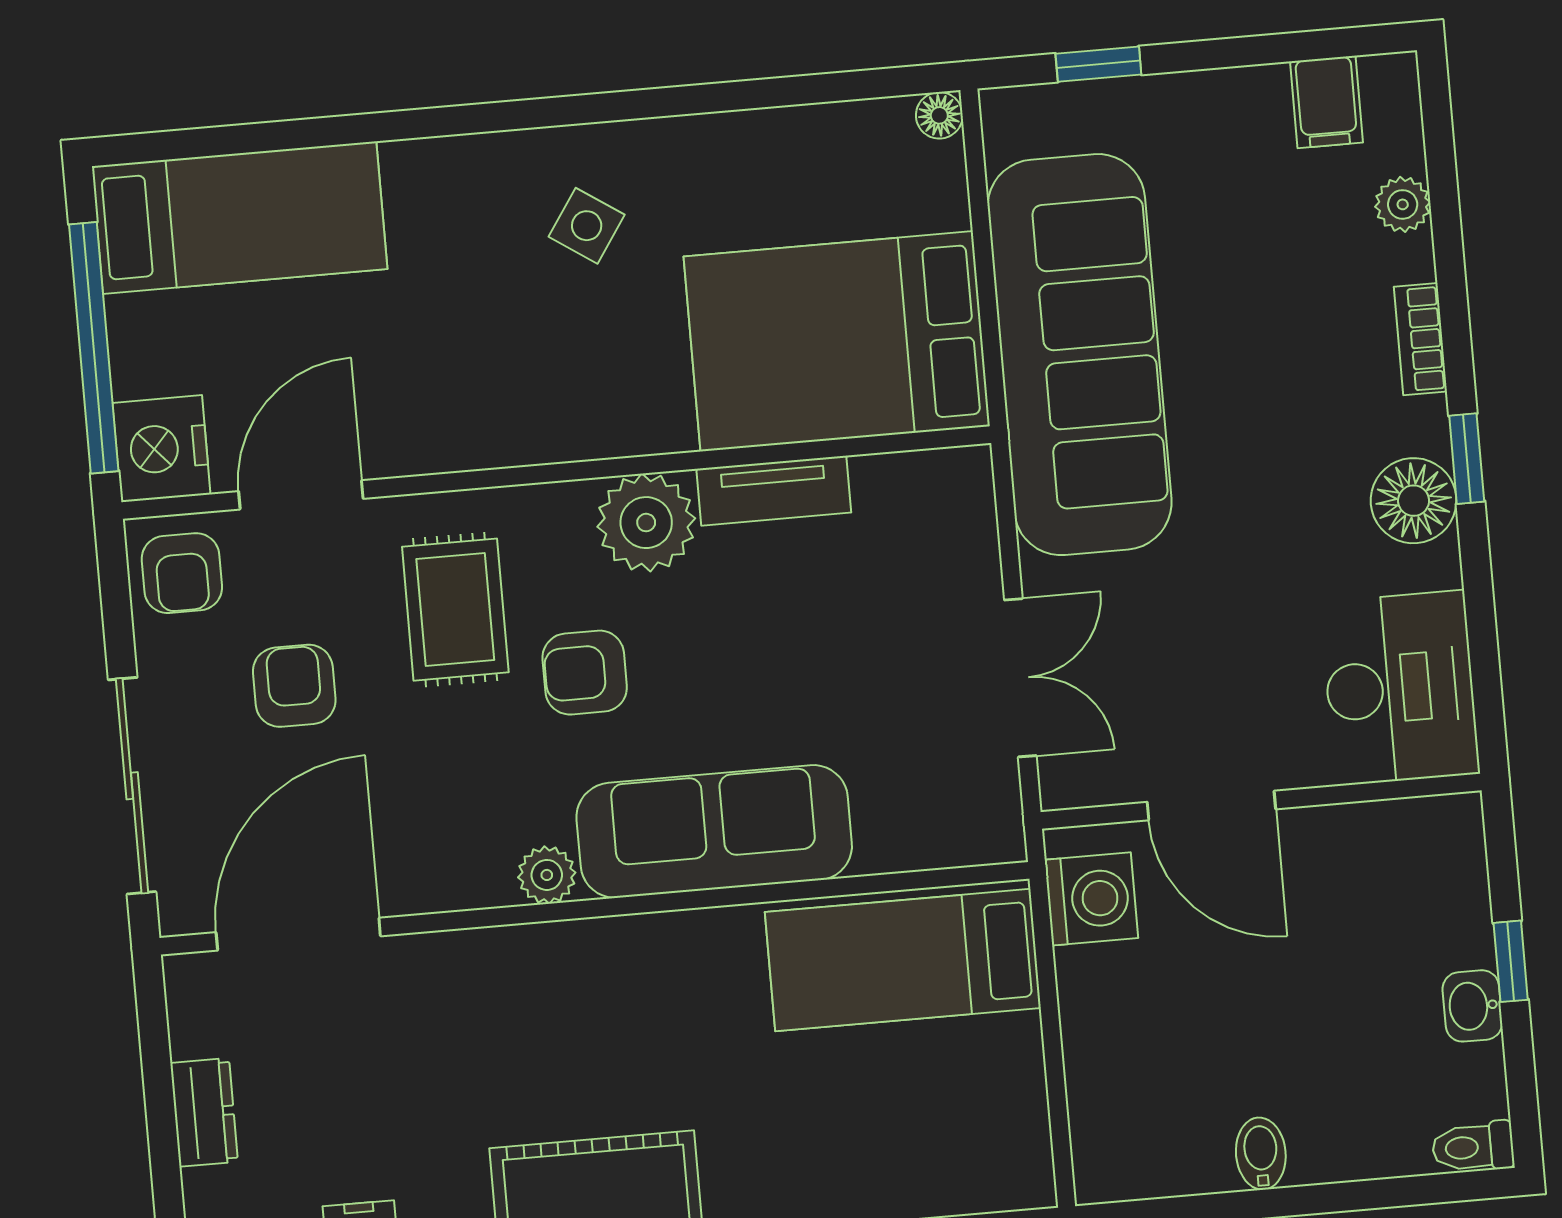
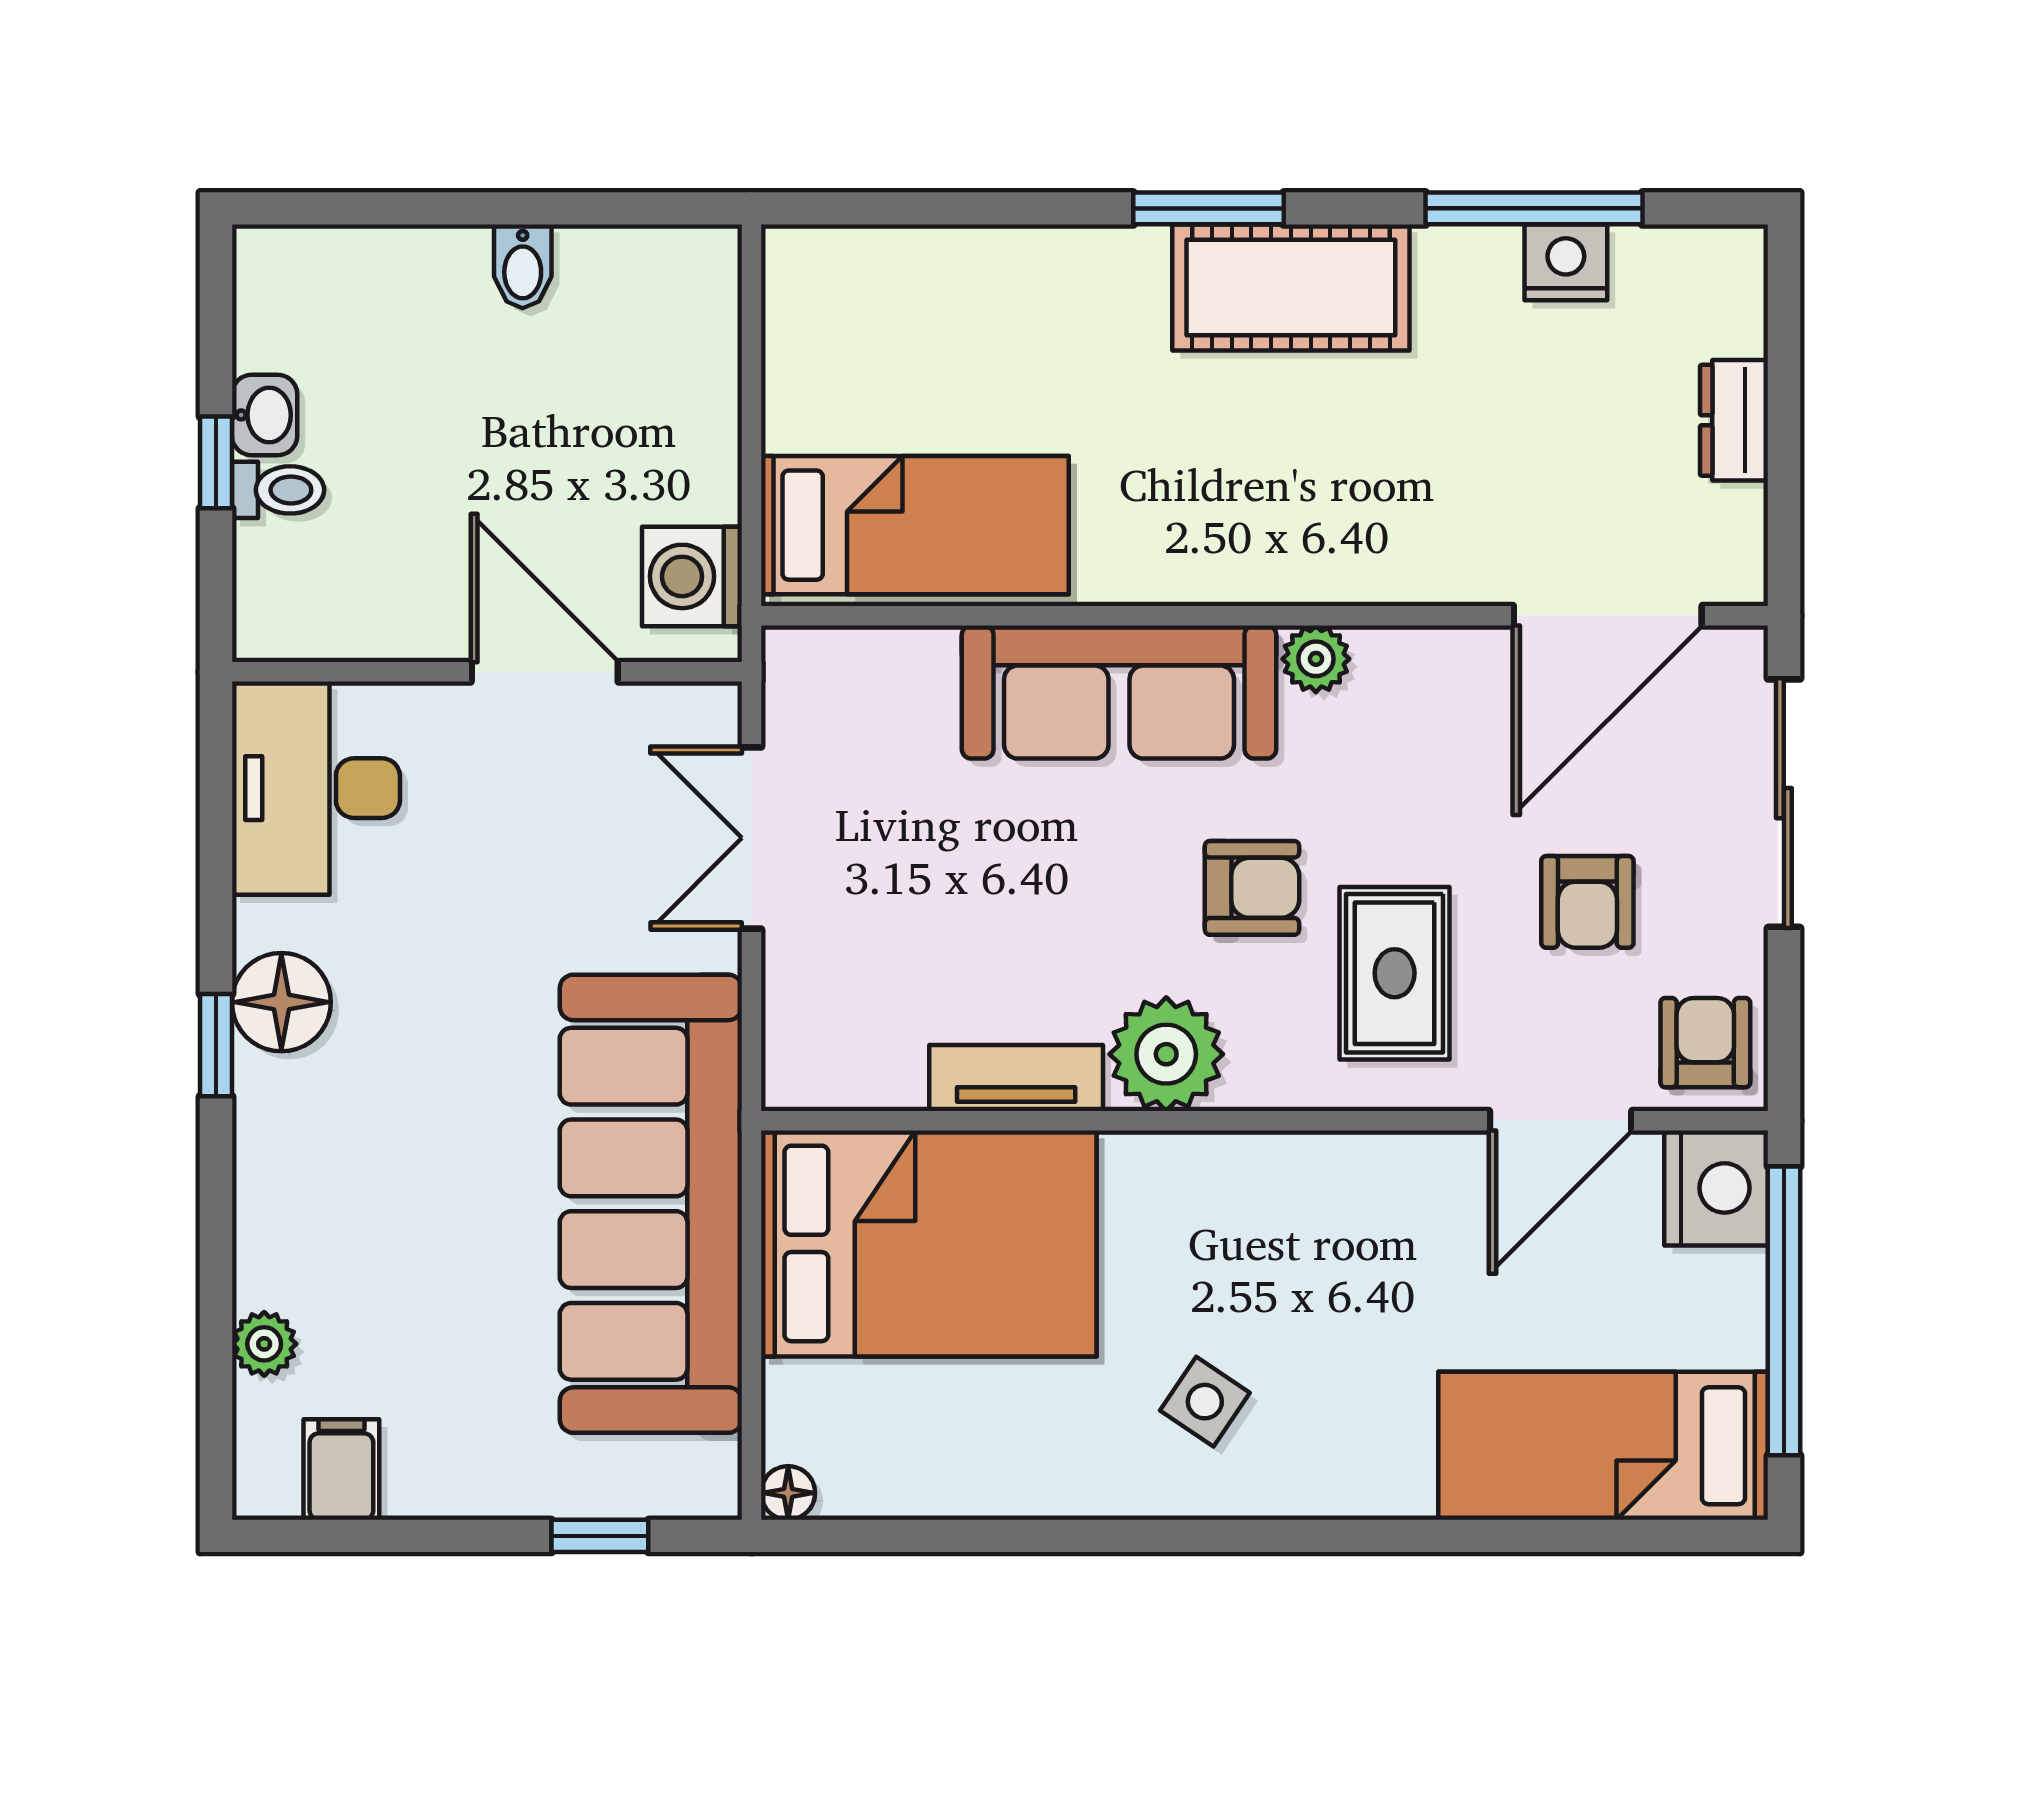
bookcase: (1420, 339) -> (257, 1187), removed
toilet: (1473, 1147) -> (278, 490), moved

